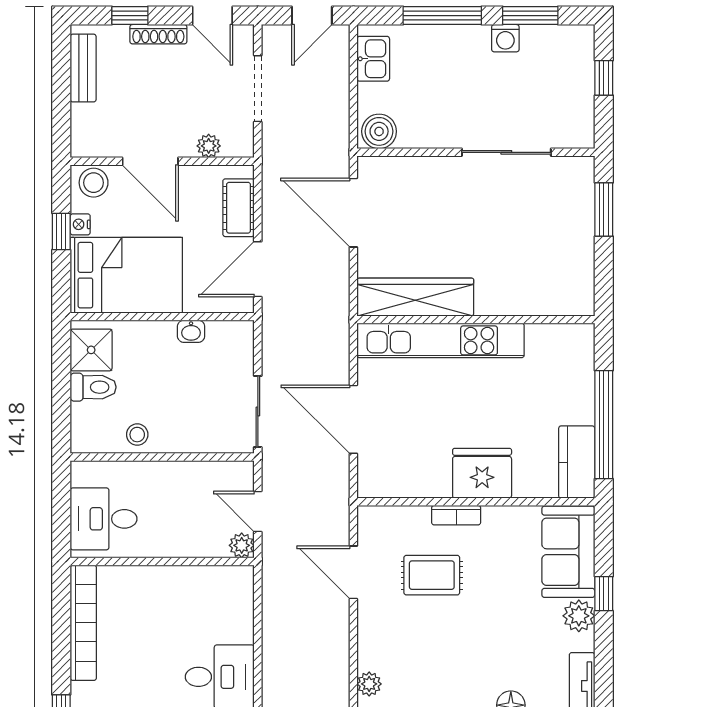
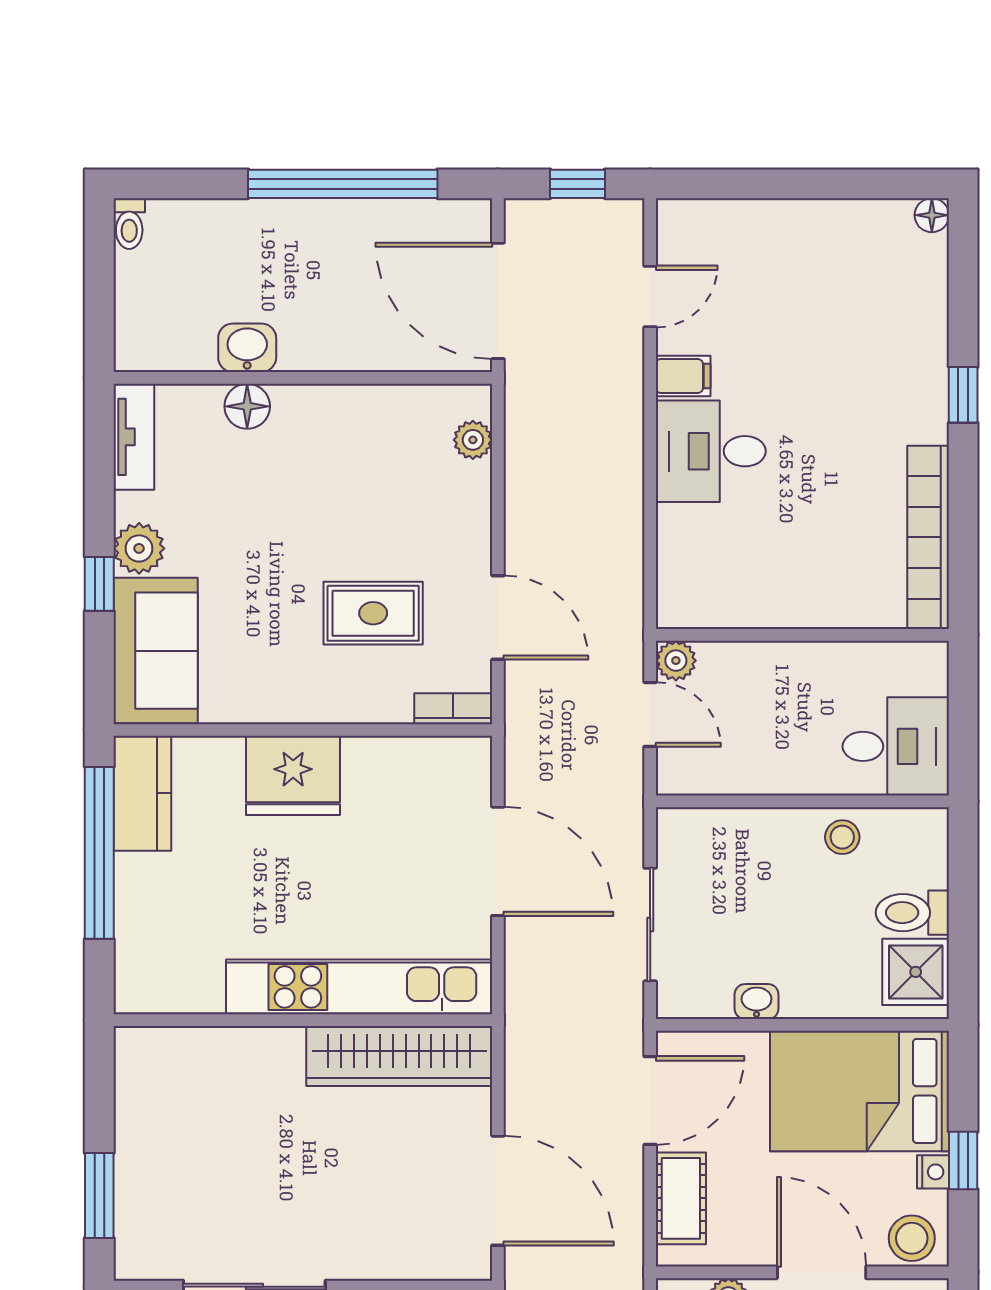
sliding door: (258, 411) -> (650, 925), moved
bookcase: (456, 515) -> (453, 709), moved
desk: (104, 519) -> (896, 746), moved

